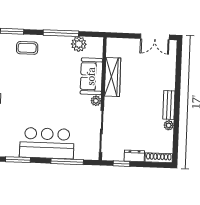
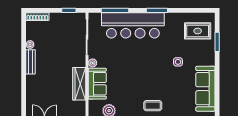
bar counter: (47, 143) -> (133, 25), width x1.36
dresser: (134, 156) -> (58, 17), removed

